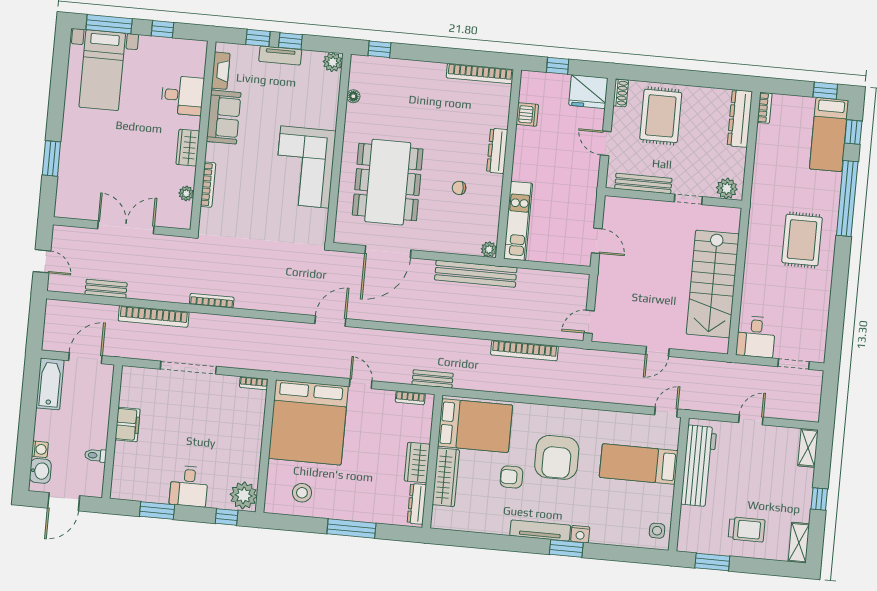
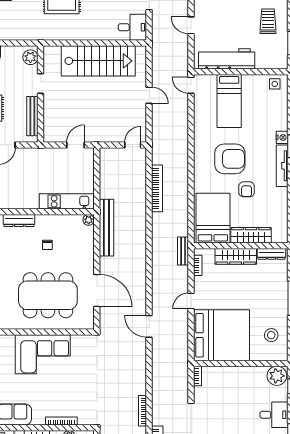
door: (589, 322) -> (133, 145), swing flipped
wardrobe: (417, 463) -> (236, 256), width x1.50

